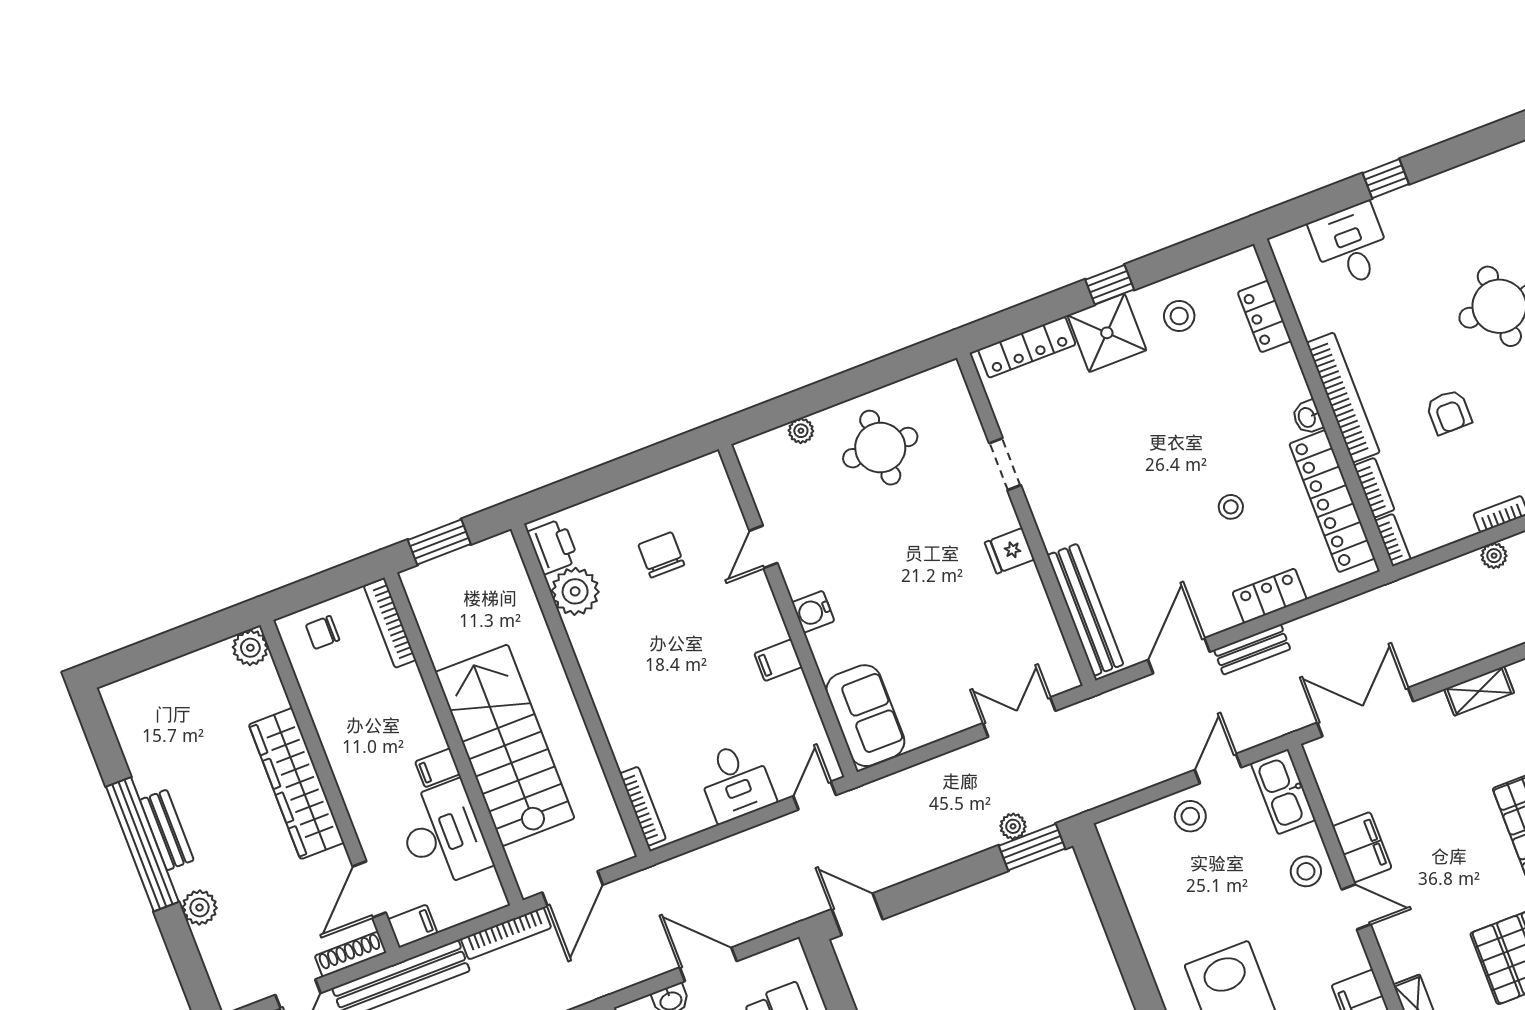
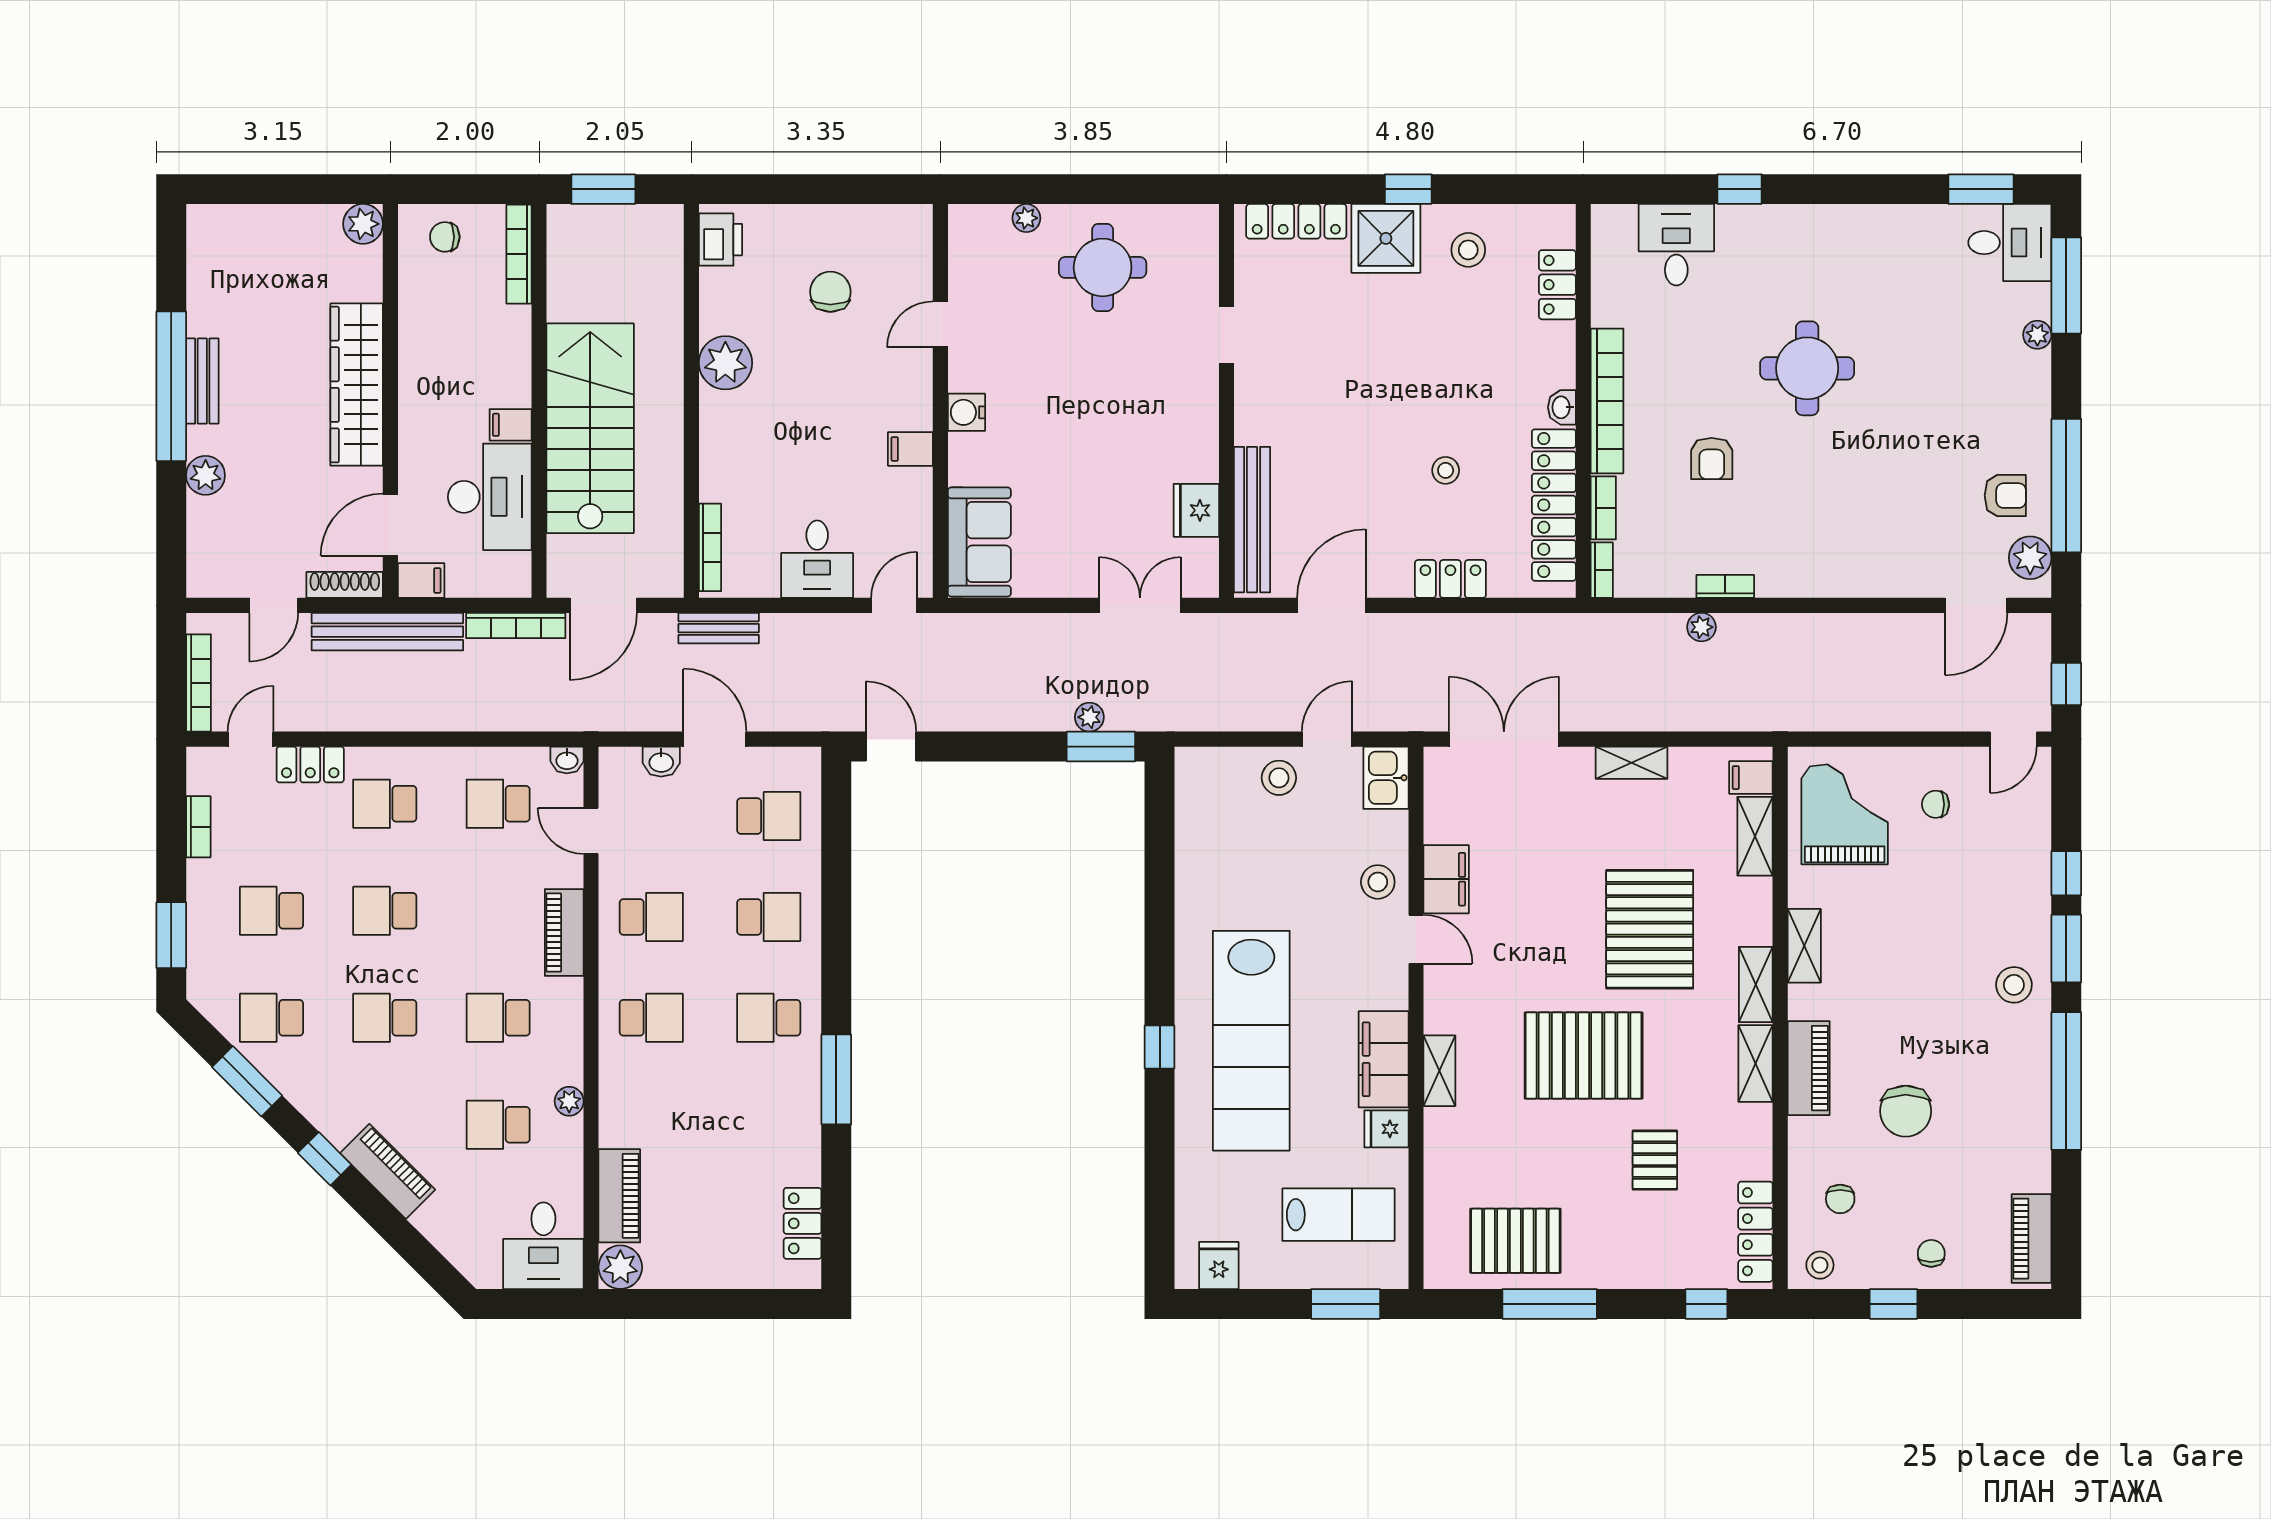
fridge: (1009, 551) -> (1196, 510), moved, width x1.38
plant: (575, 591) -> (725, 363), moved
bench: (1252, 649) -> (719, 628), moved
kitchen sink: (1283, 792) -> (1386, 778), width x0.73

